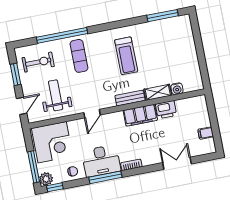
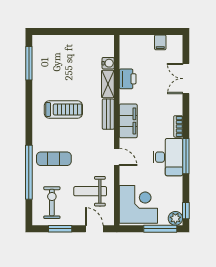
filing cabinet: (140, 115) -> (128, 121), moved
chair: (73, 171) -> (173, 189), removed

